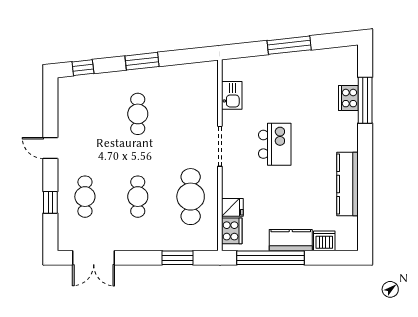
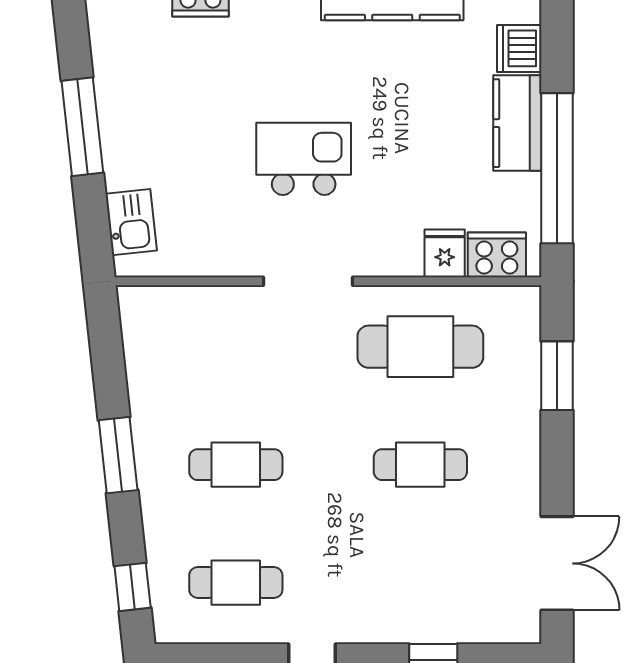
kitchen sink: (232, 95) -> (131, 222), moved, turned 84
cafe table: (85, 197) -> (236, 583), moved

